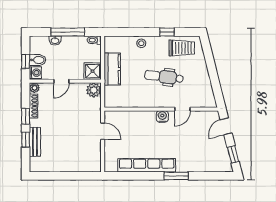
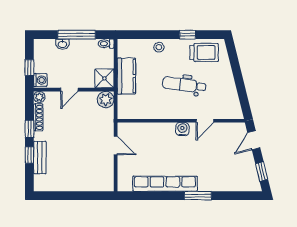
bidet: (38, 60) -> (43, 66), removed

